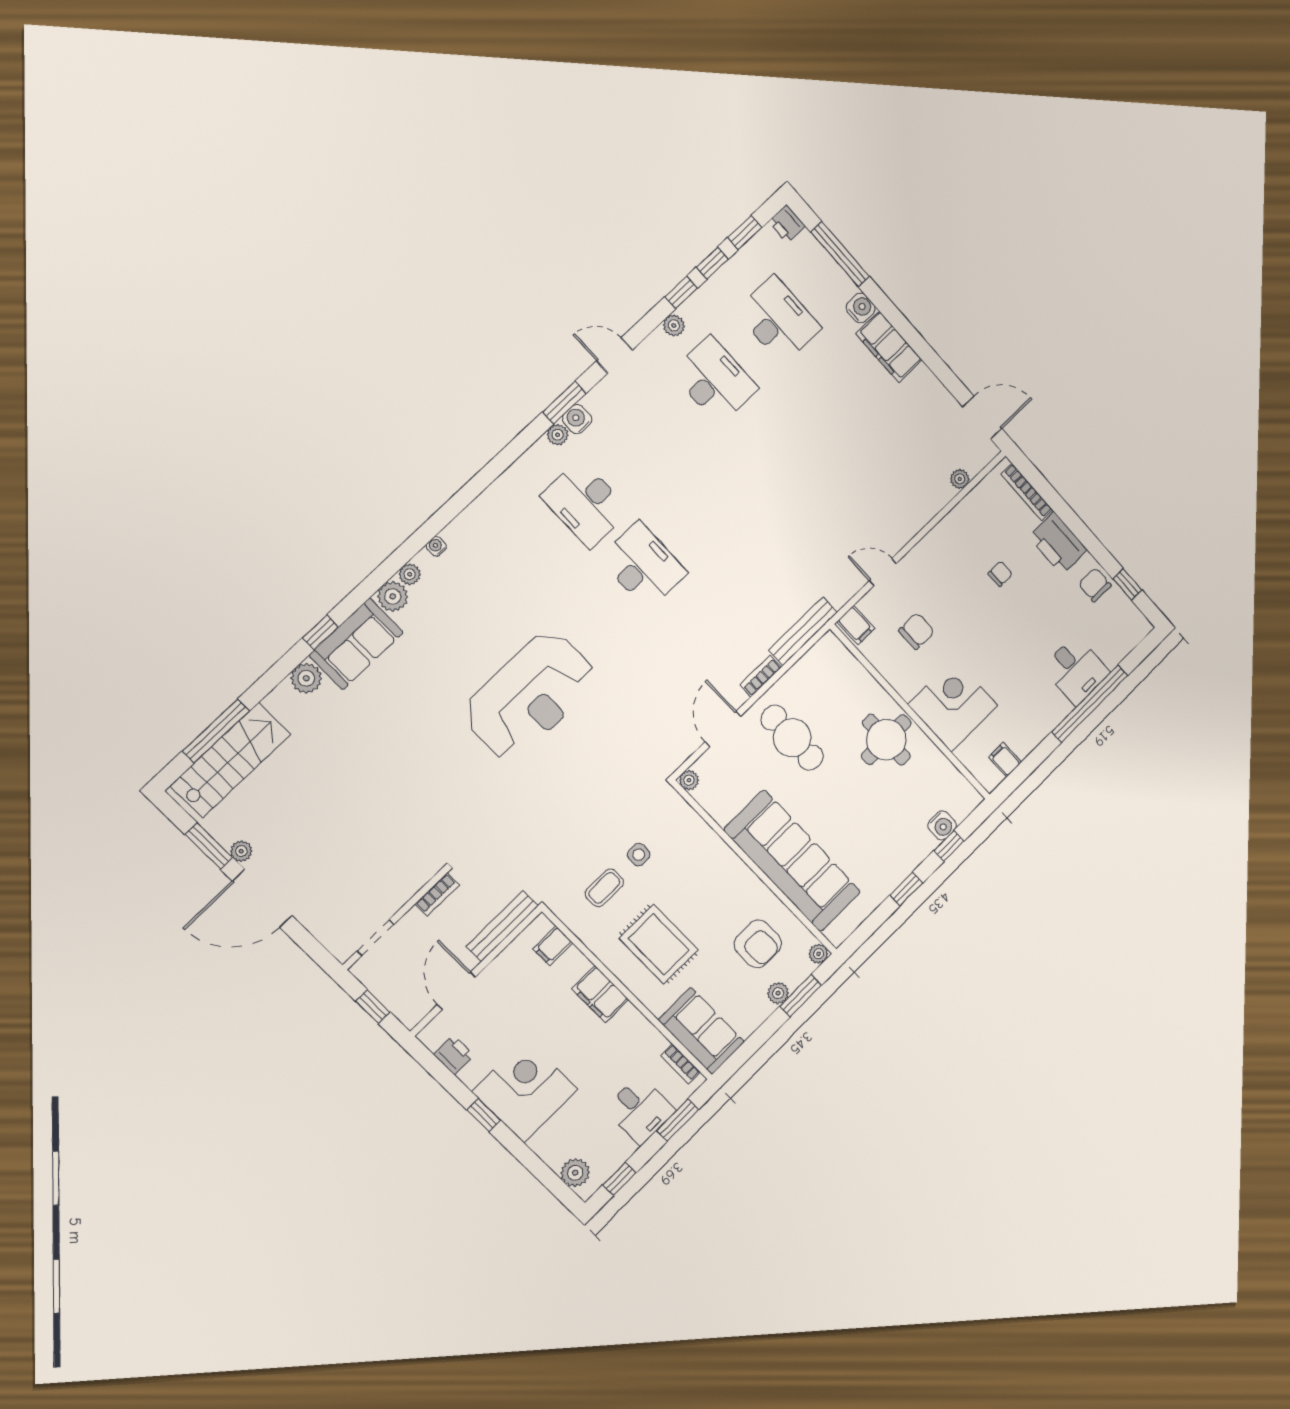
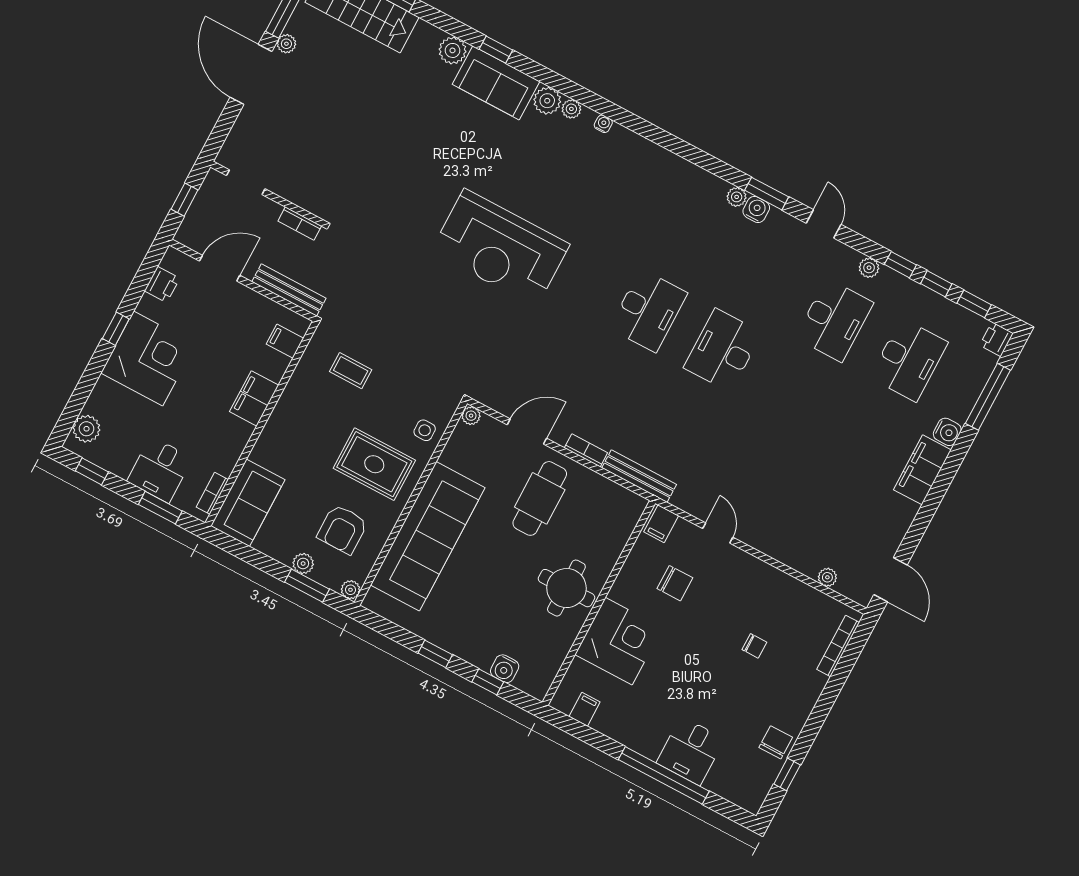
desk: (585, 503) -> (723, 350), moved
printer: (1058, 543) -> (802, 692), removed
side table: (639, 855) -> (425, 430), moved
rug: (659, 944) -> (374, 464), moved, turned 90

